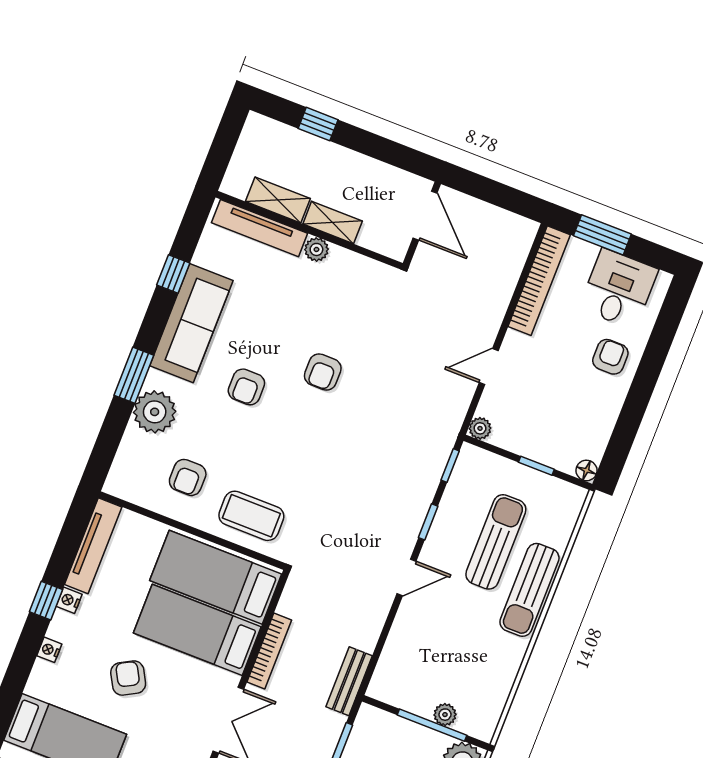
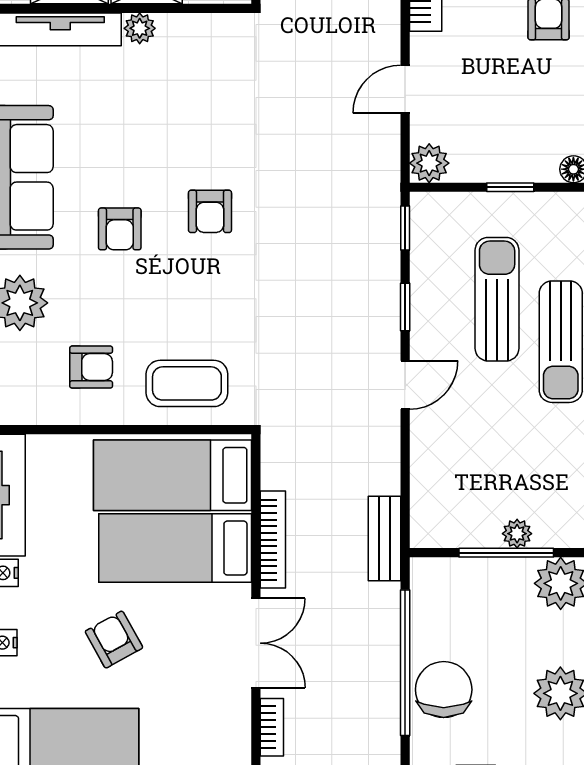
armchair: (323, 372) -> (210, 211), moved
plant: (480, 428) -> (429, 163), width x1.38, depth x1.38
armchair: (188, 477) -> (91, 367), turned -90

